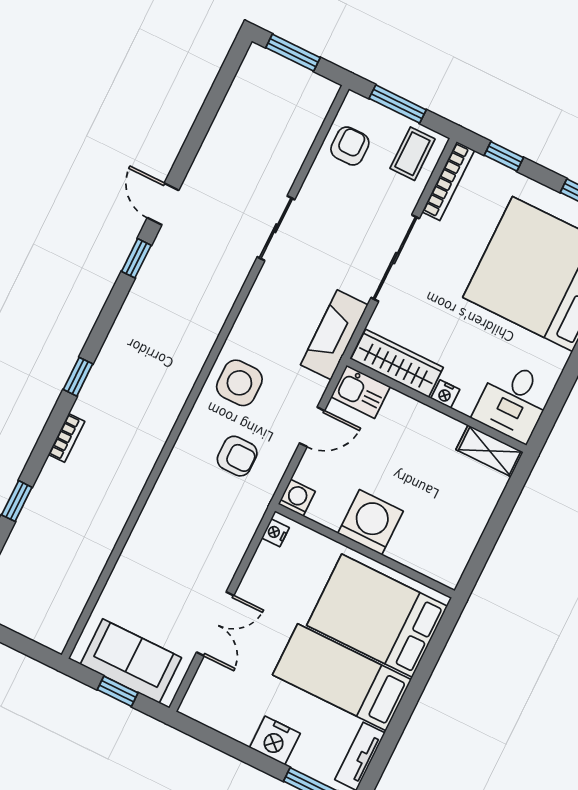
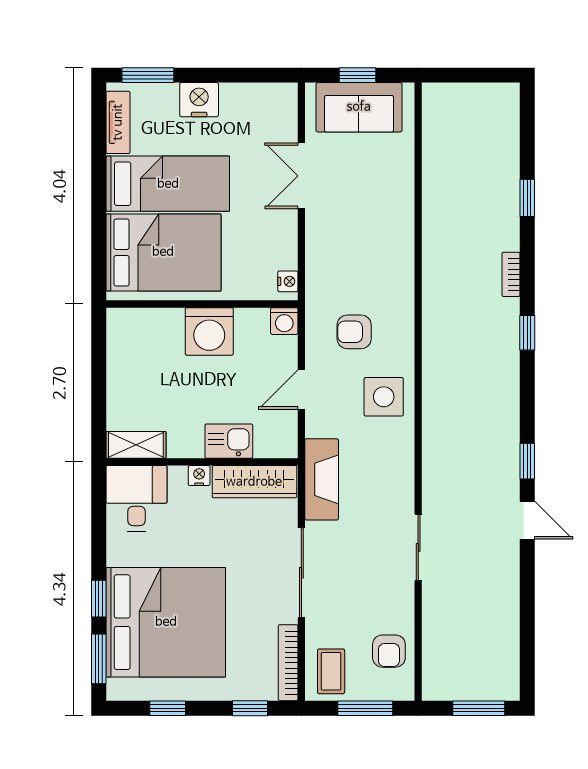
kitchen sink: (361, 392) -> (229, 441), moved

